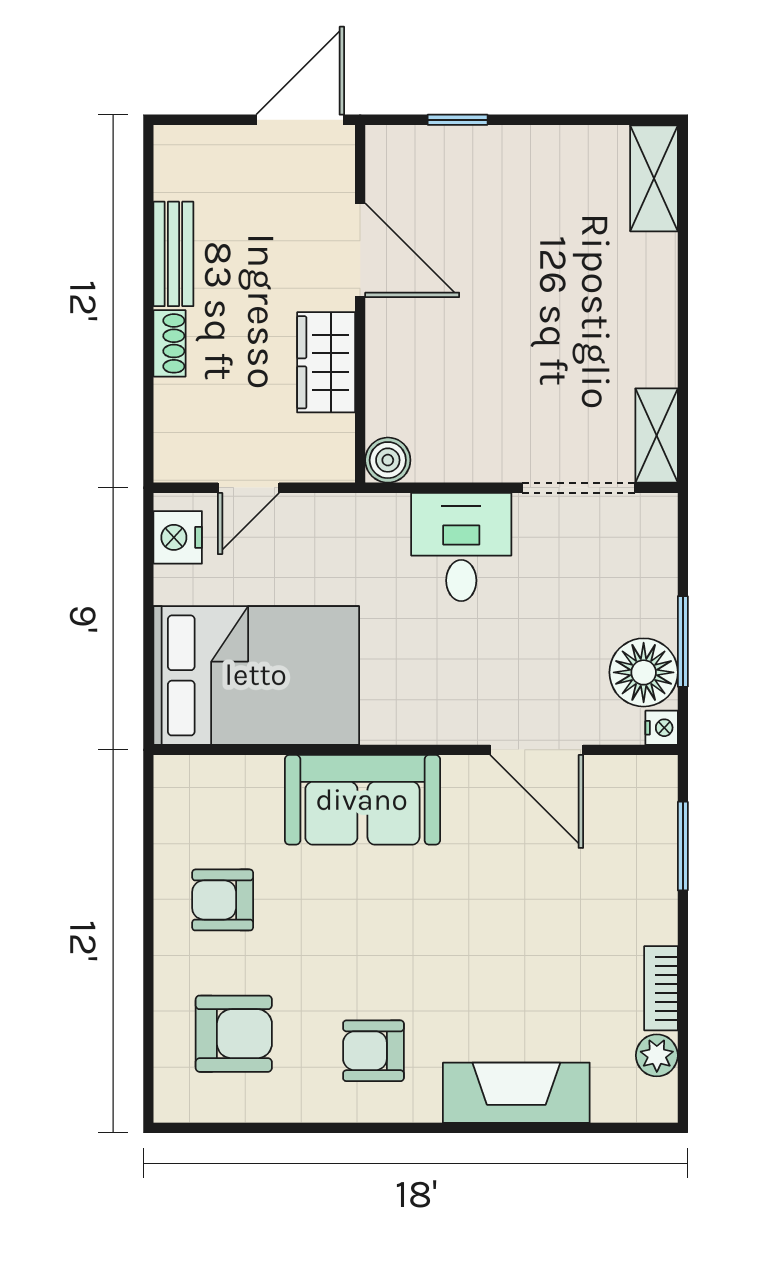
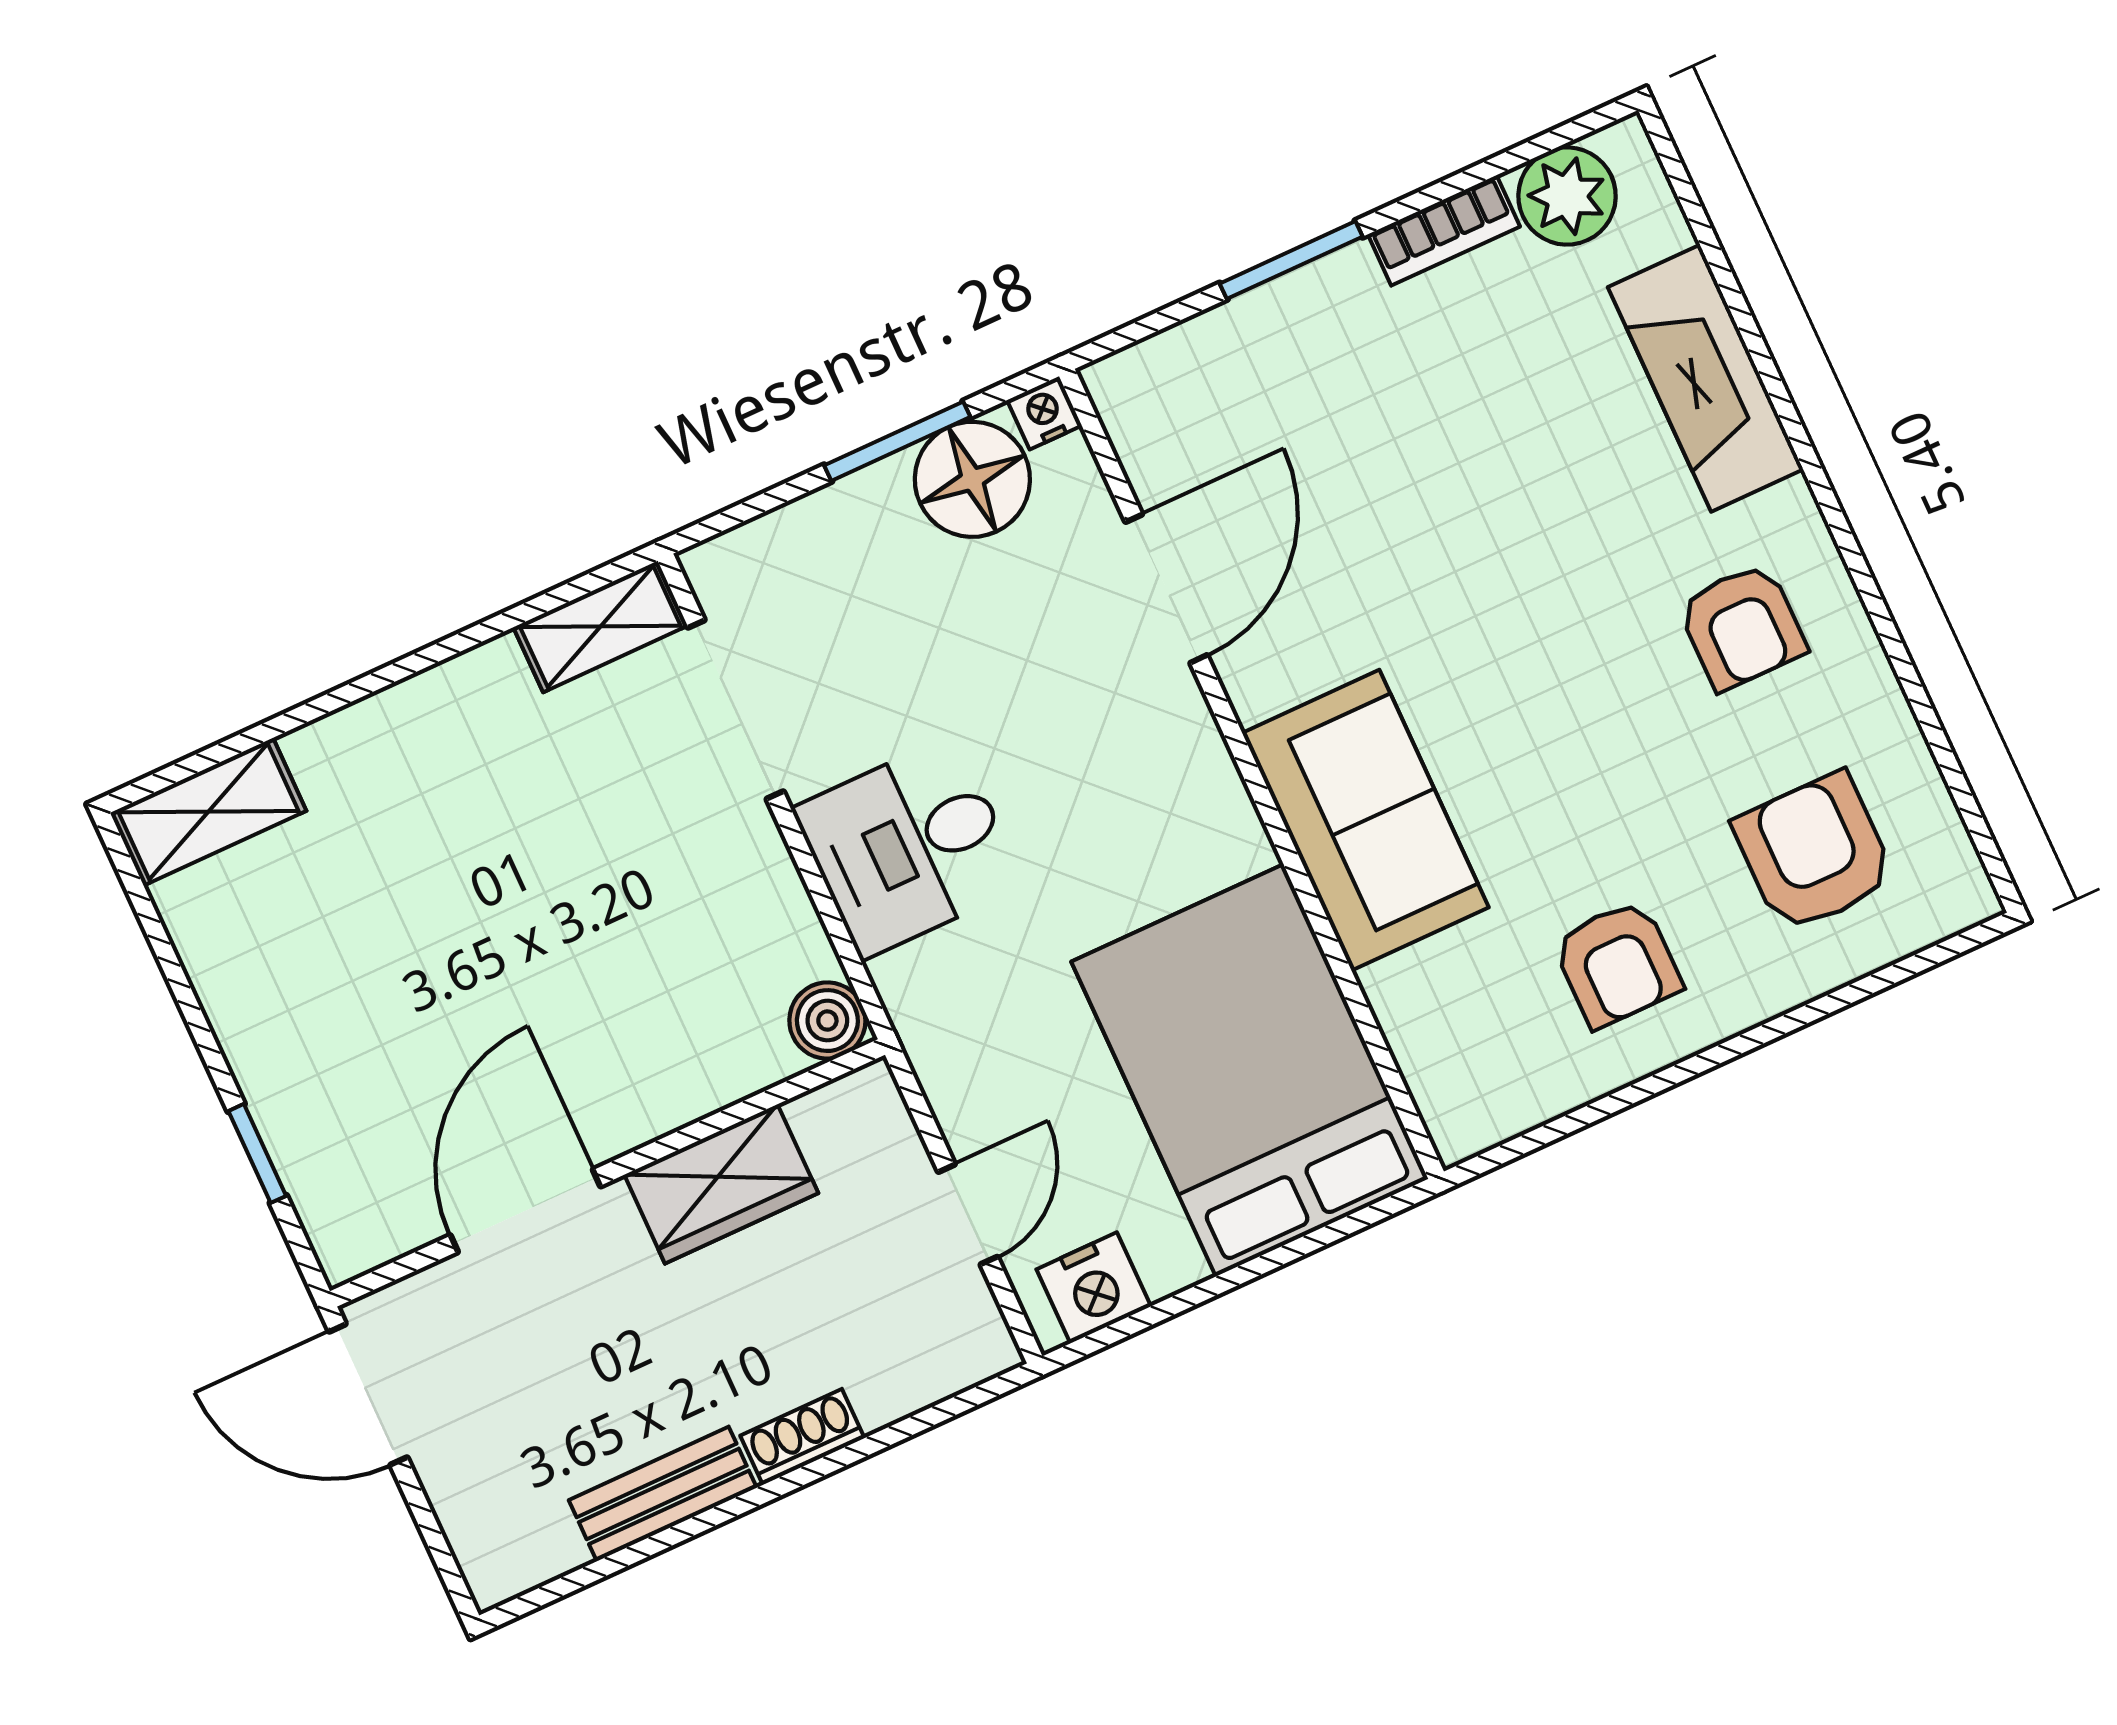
door: (248, 488) -> (968, 1214), hinge flipped
window: (683, 846) -> (1291, 260), moved
plant: (657, 1055) -> (1567, 196), width x1.38, depth x1.38

